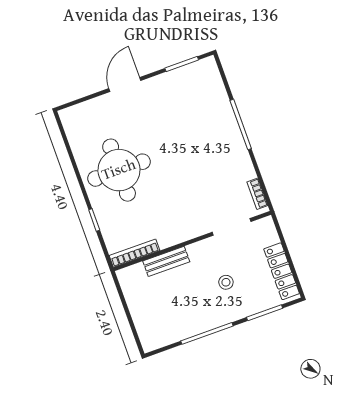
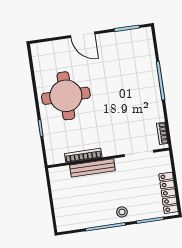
door: (125, 84) -> (83, 35), swing flipped
bookcase: (134, 253) -> (83, 155), moved
bench: (166, 261) -> (92, 168), width x1.36
stool: (226, 282) -> (122, 212), moved

